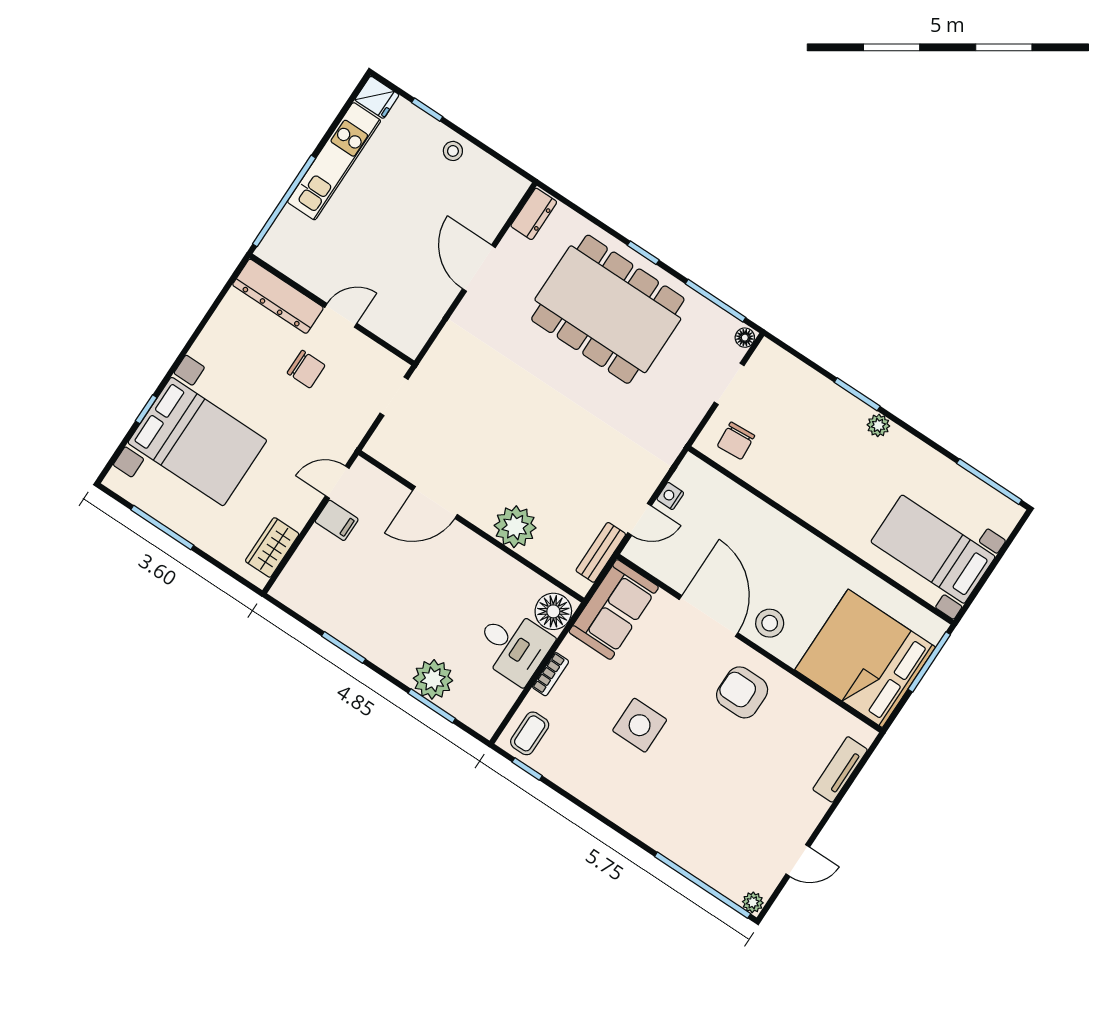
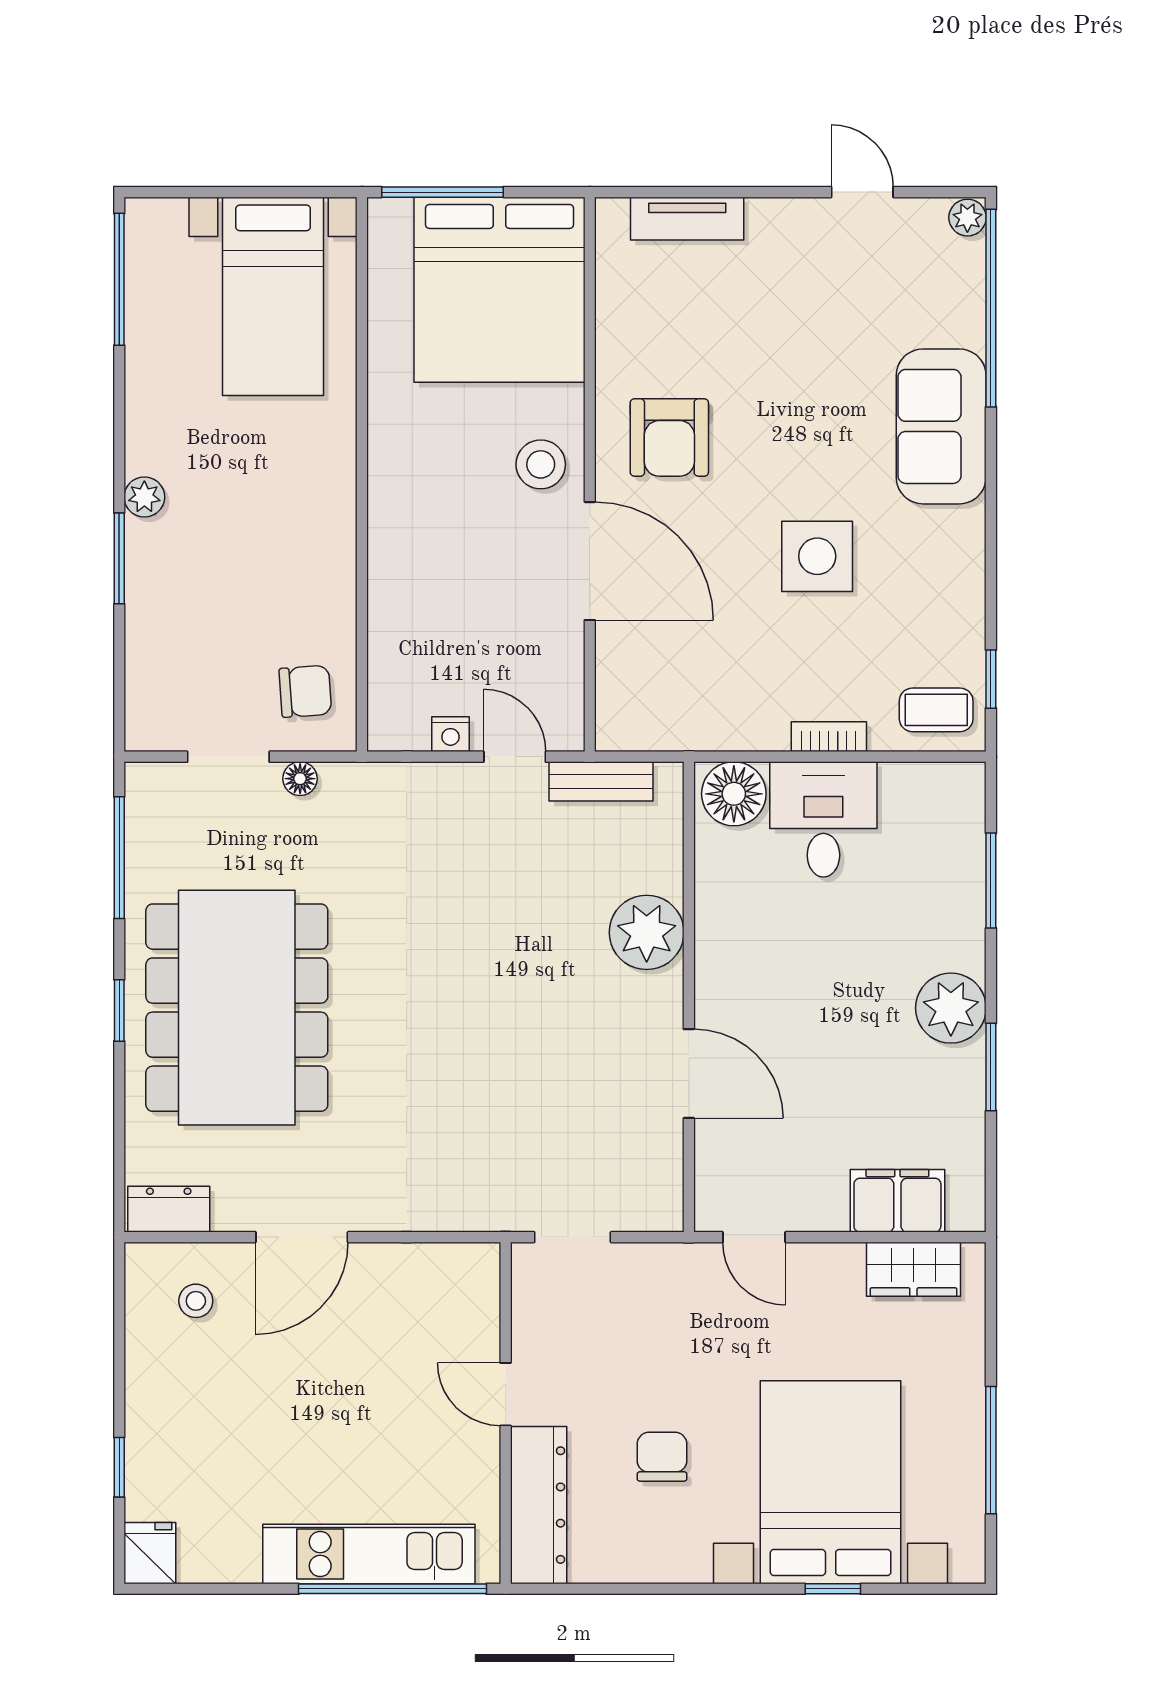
stool: (453, 151) -> (196, 1301), moved
kitchen unit: (334, 161) -> (369, 1554), moved
floor lamp: (745, 338) -> (300, 779), moved
chair: (306, 369) -> (662, 1457), moved
filing cabinet: (337, 520) -> (897, 1201), moved, width x2.00
sofa: (614, 609) -> (941, 426), moved, turned -90
door: (709, 616) -> (590, 561), swing flipped
plant: (433, 679) -> (951, 1008), moved

